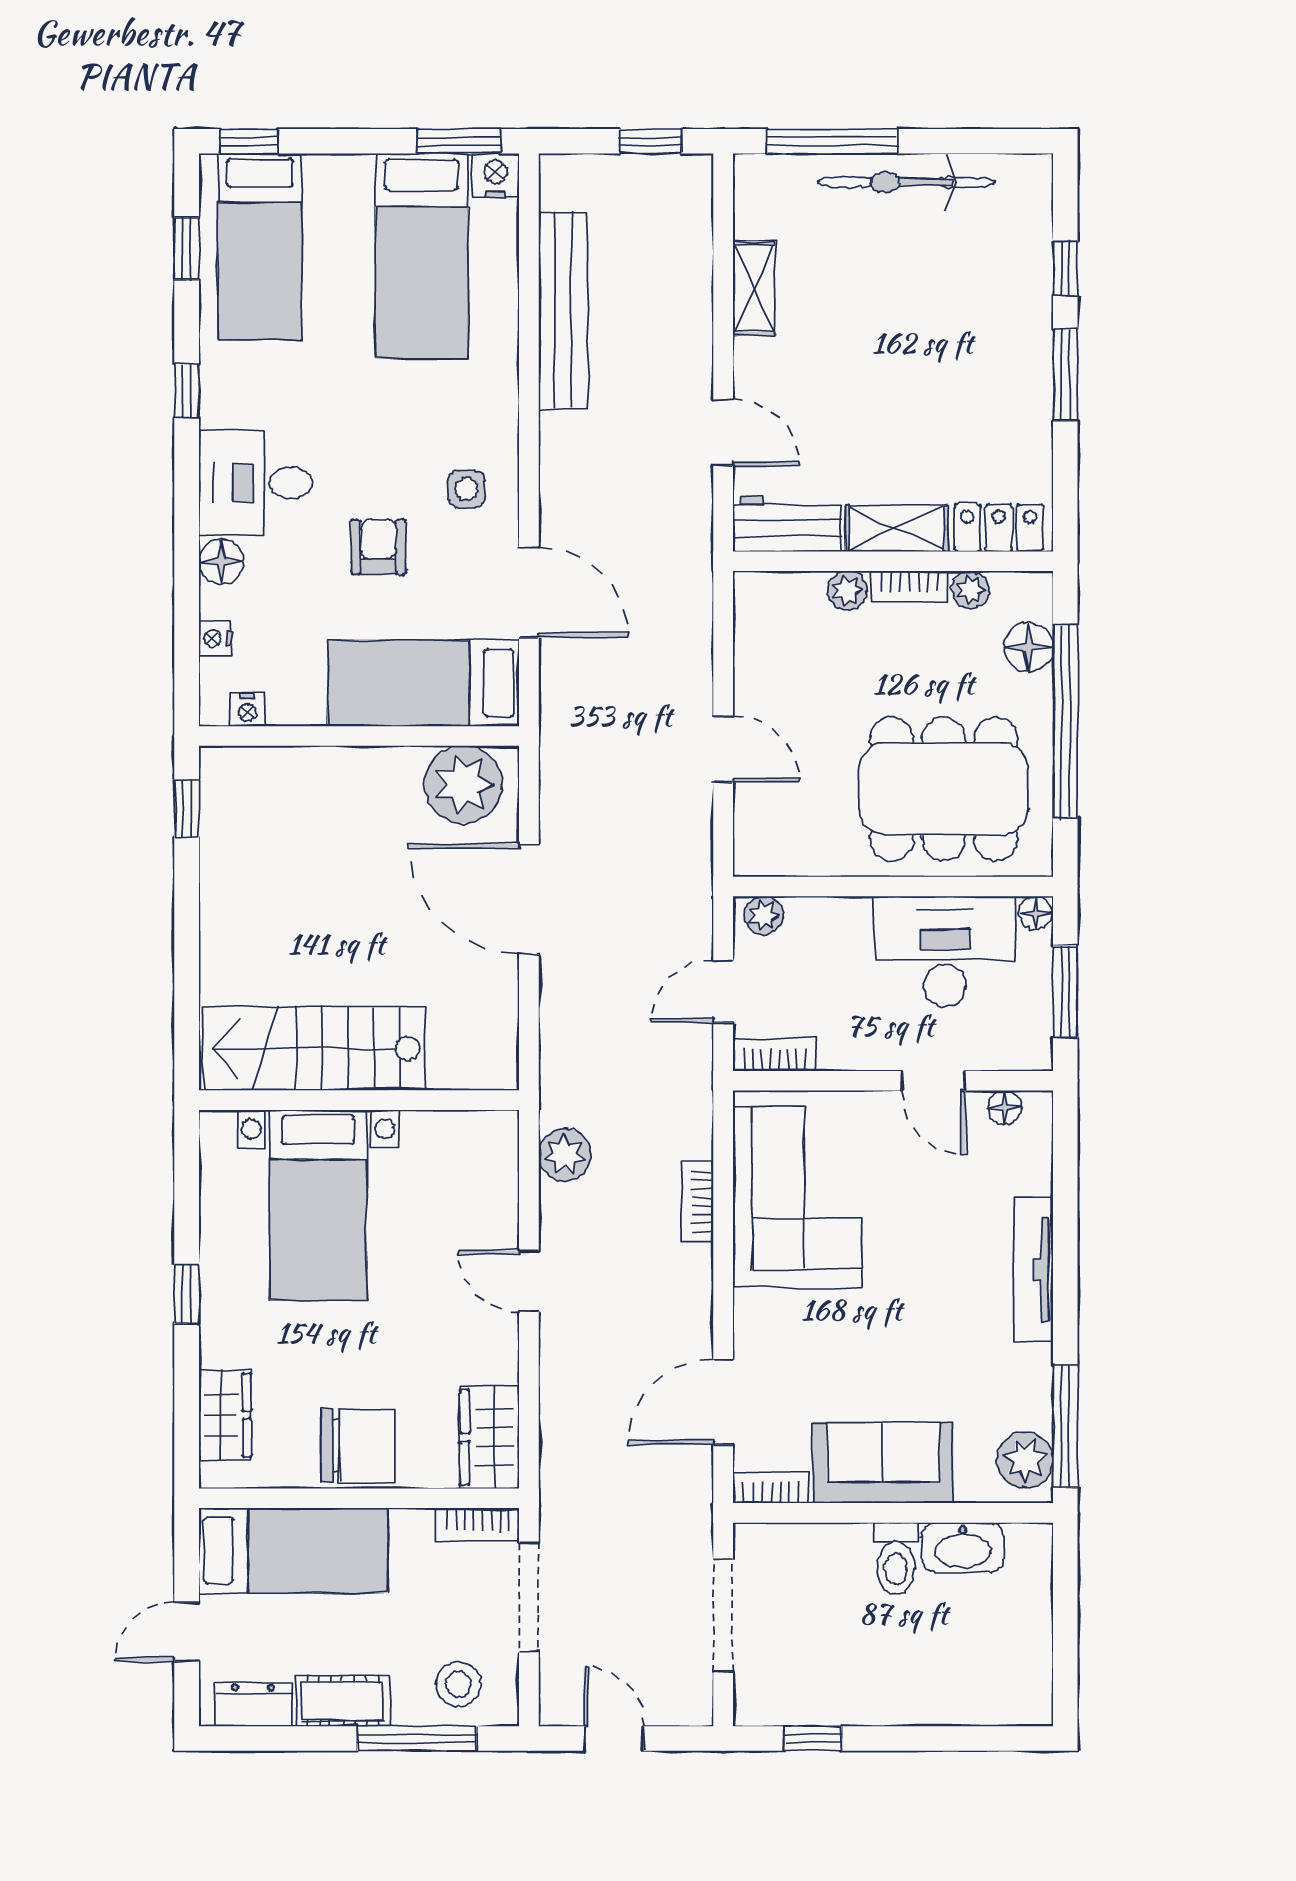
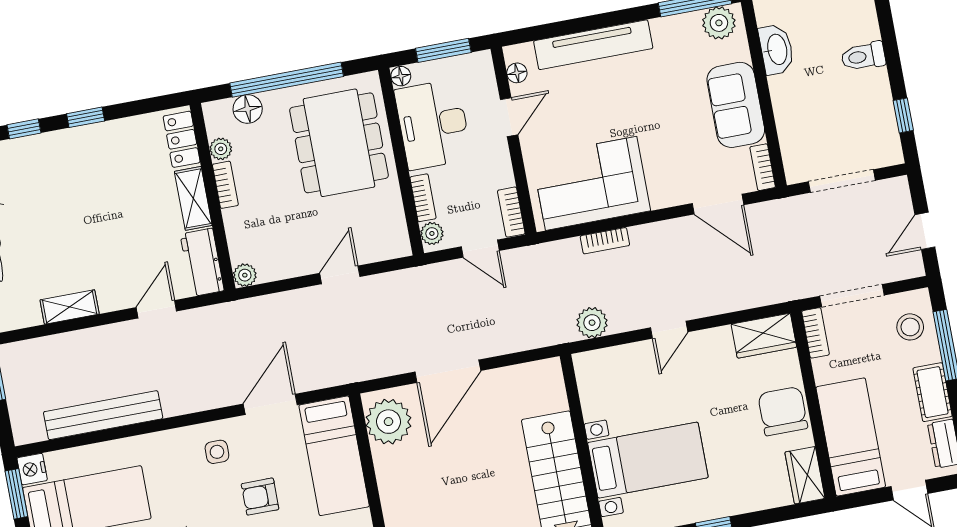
window: (1065, 374) -> (86, 117), width x0.67
plant: (847, 591) -> (245, 275), moved
bookcase: (826, 912) -> (423, 198), added
tv unit: (1034, 1270) -> (593, 45), width x1.36, depth x1.29
wardrobe: (225, 1415) -> (805, 475), moved, turned -90
toilet: (896, 1559) -> (863, 56), moved, turned 180

